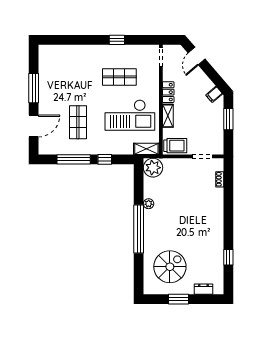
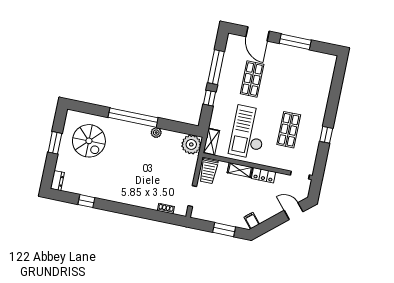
shop shelf: (78, 122) -> (252, 79), turned 90
dresser: (203, 289) -> (57, 181), moved

